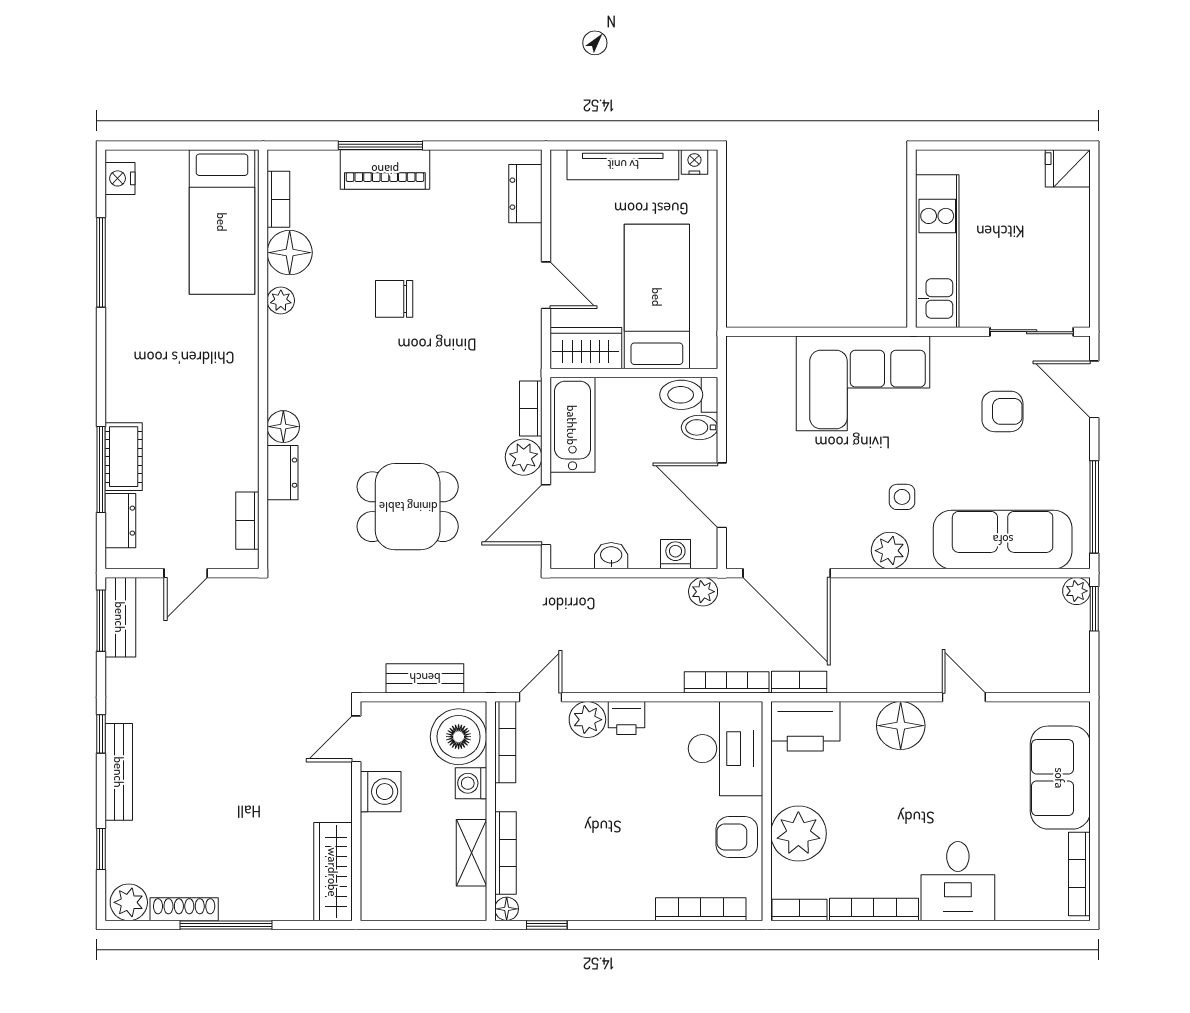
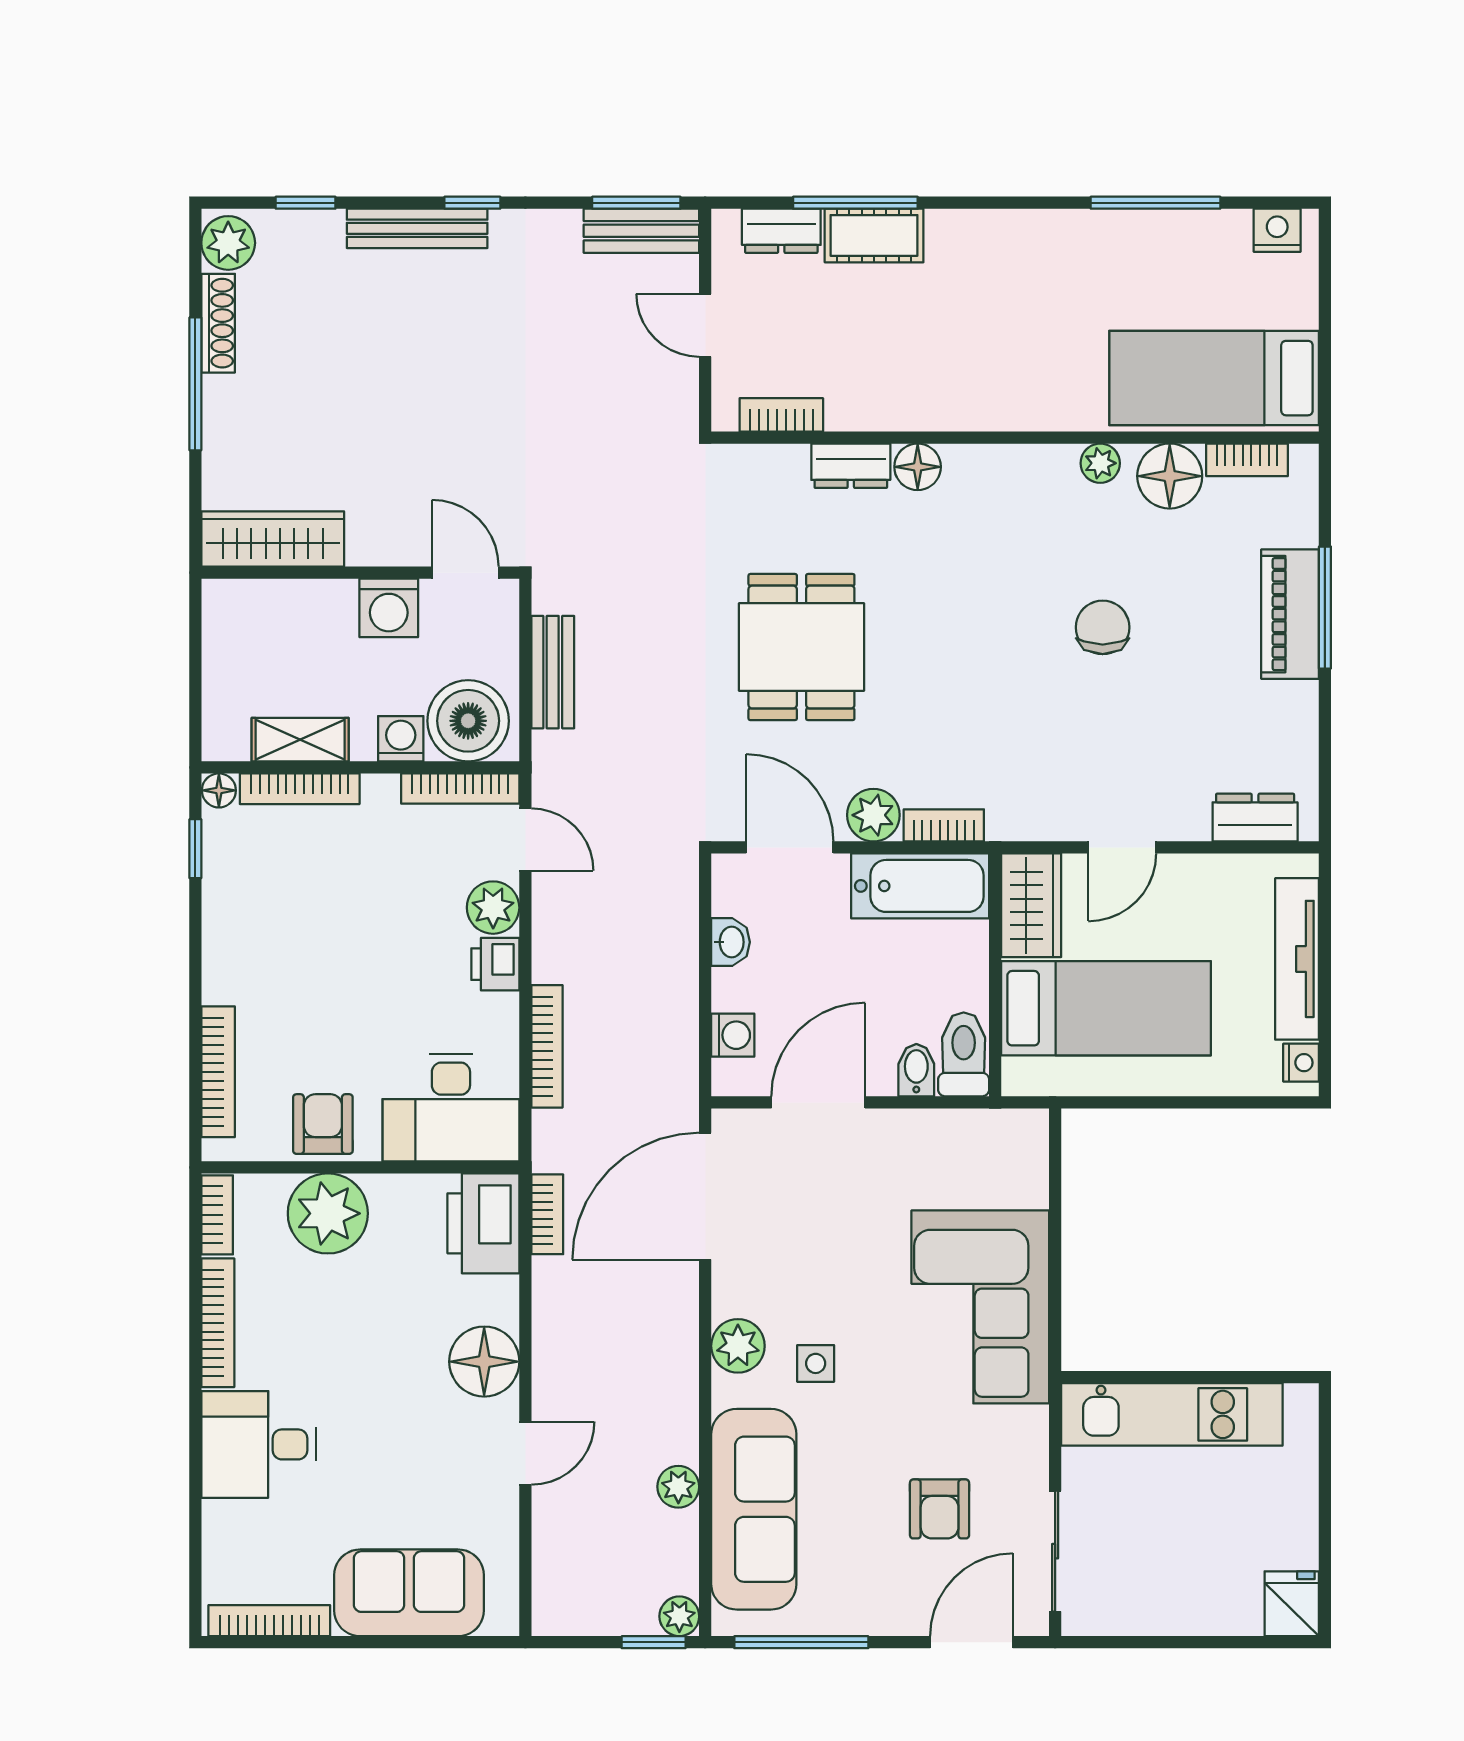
plant: (703, 592) -> (678, 1487), moved
bookcase: (727, 682) -> (547, 1046), moved

